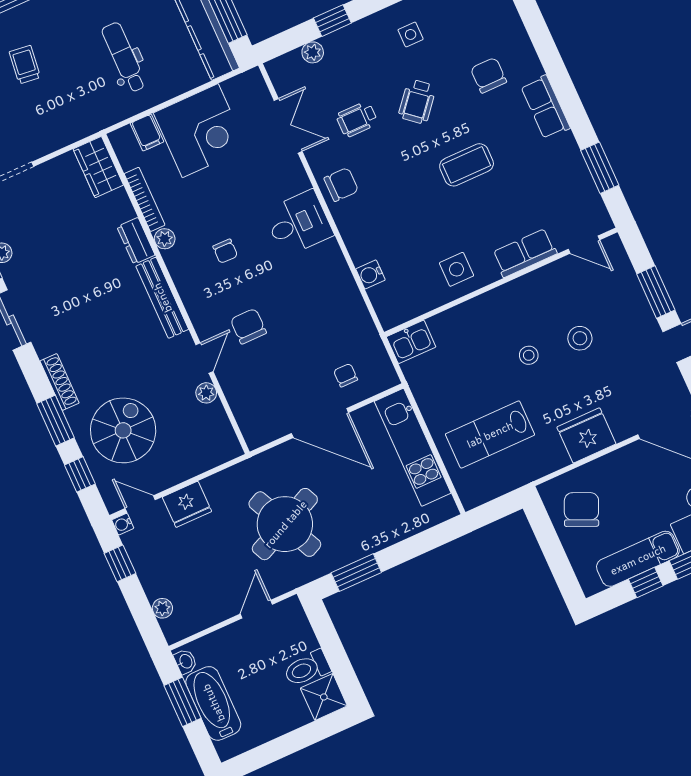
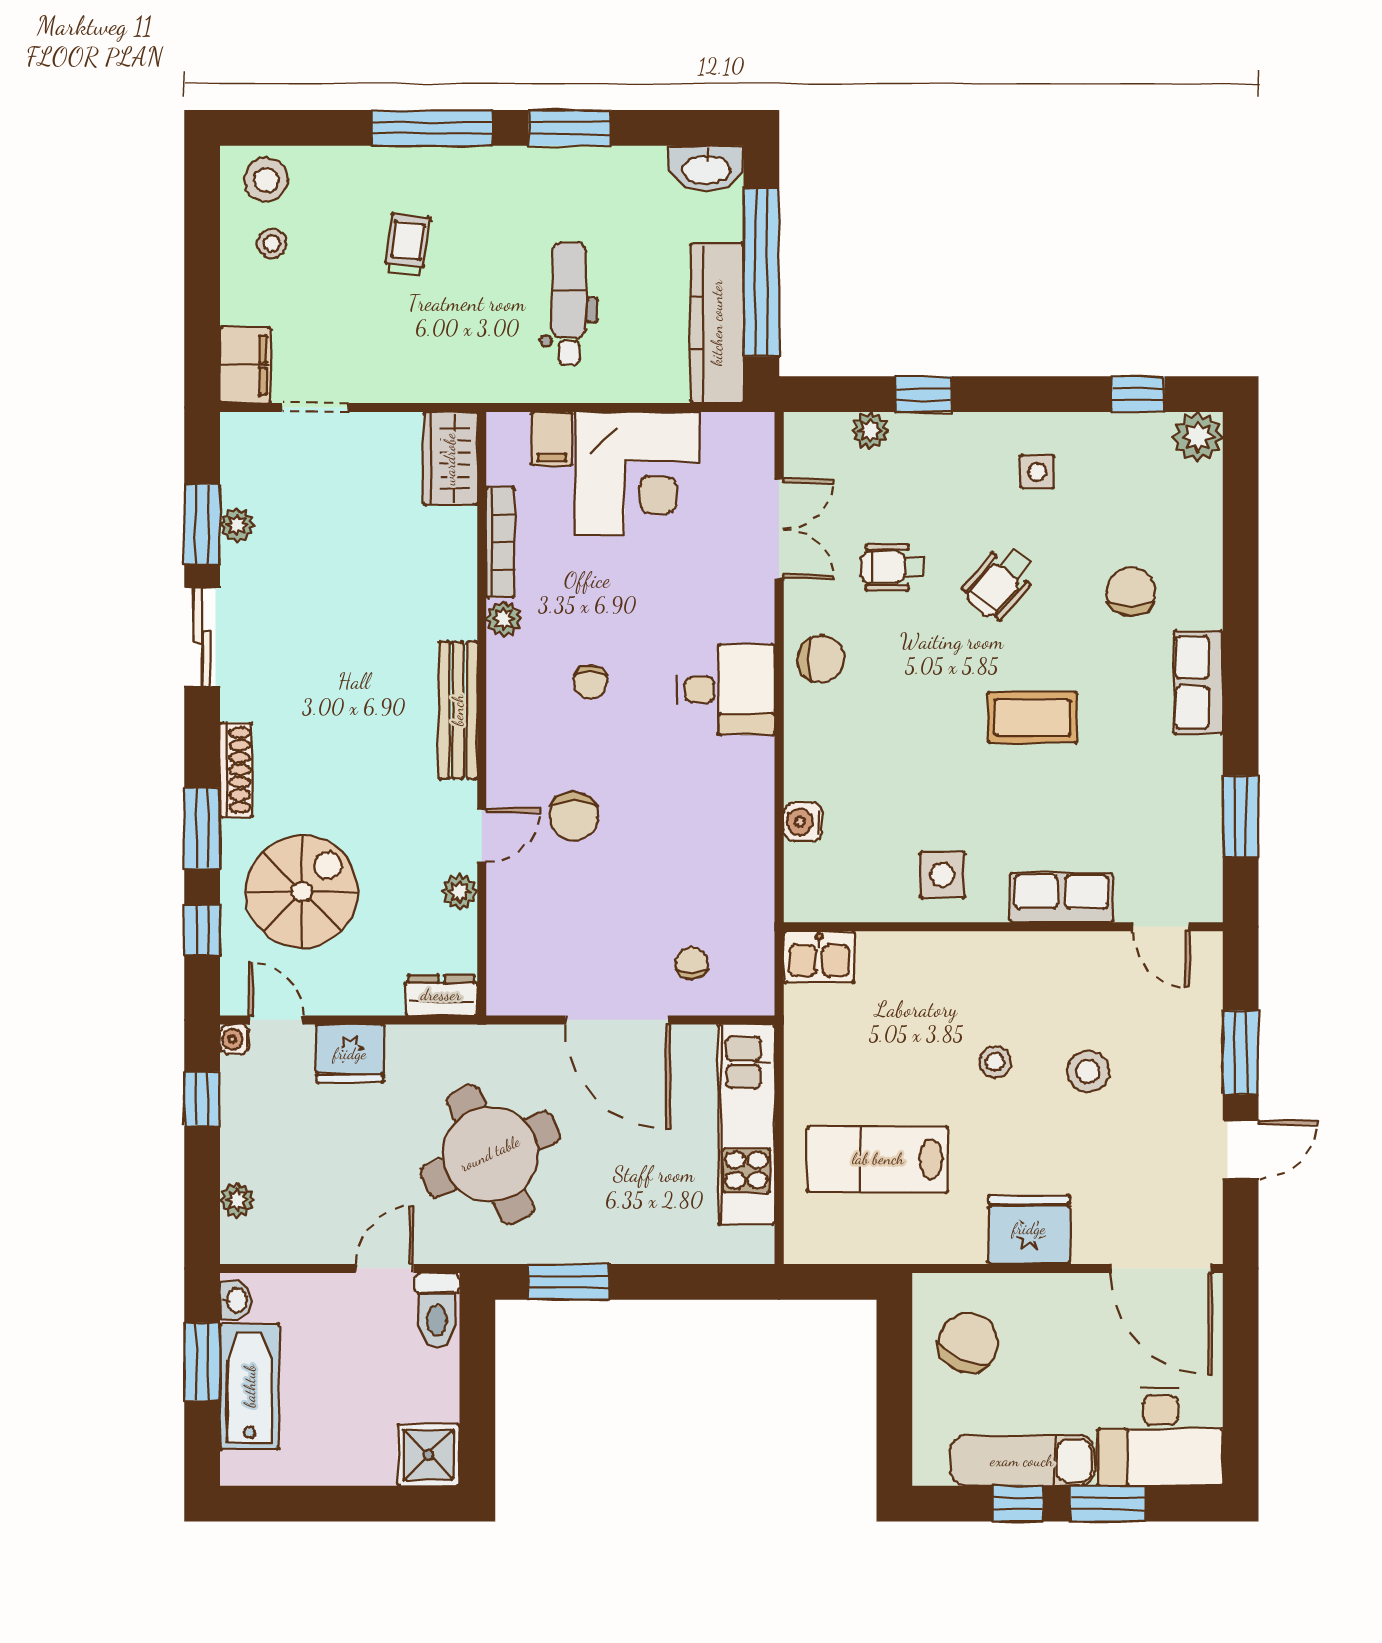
dresser: (136, 241) -> (441, 995), moved, turned 90
chair: (248, 326) -> (574, 816), turned 180
toilet: (307, 668) -> (437, 1310), moved, turned -90

